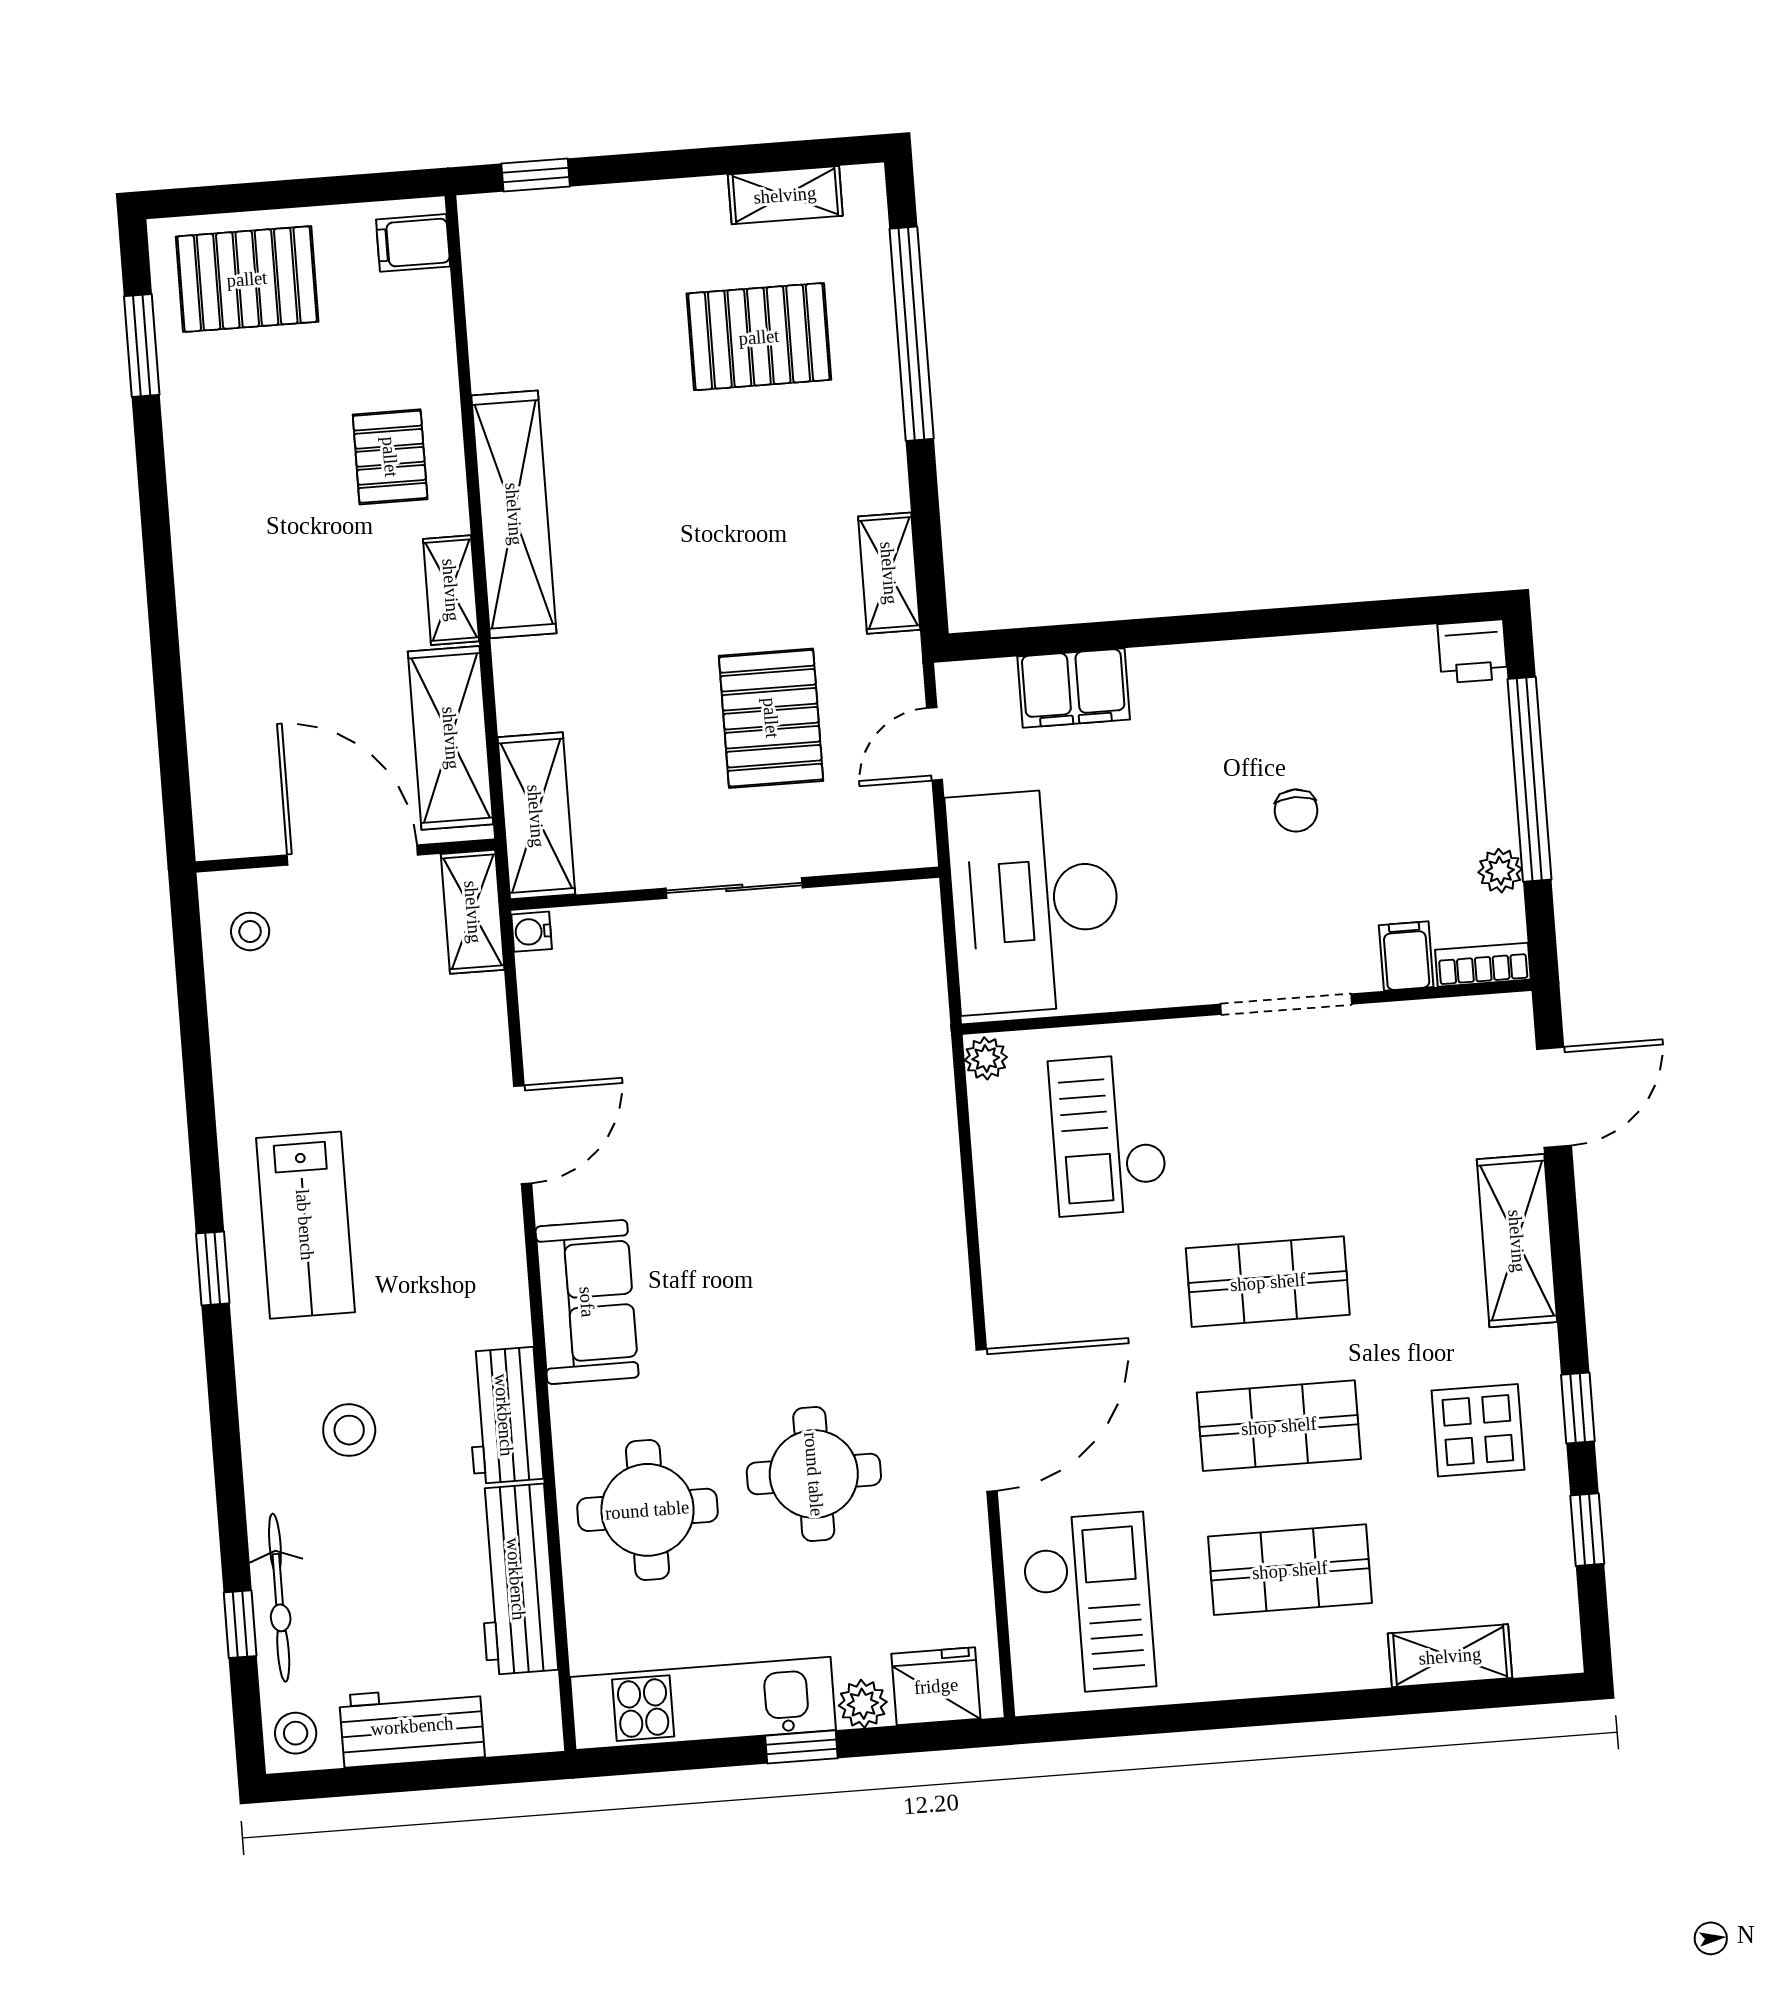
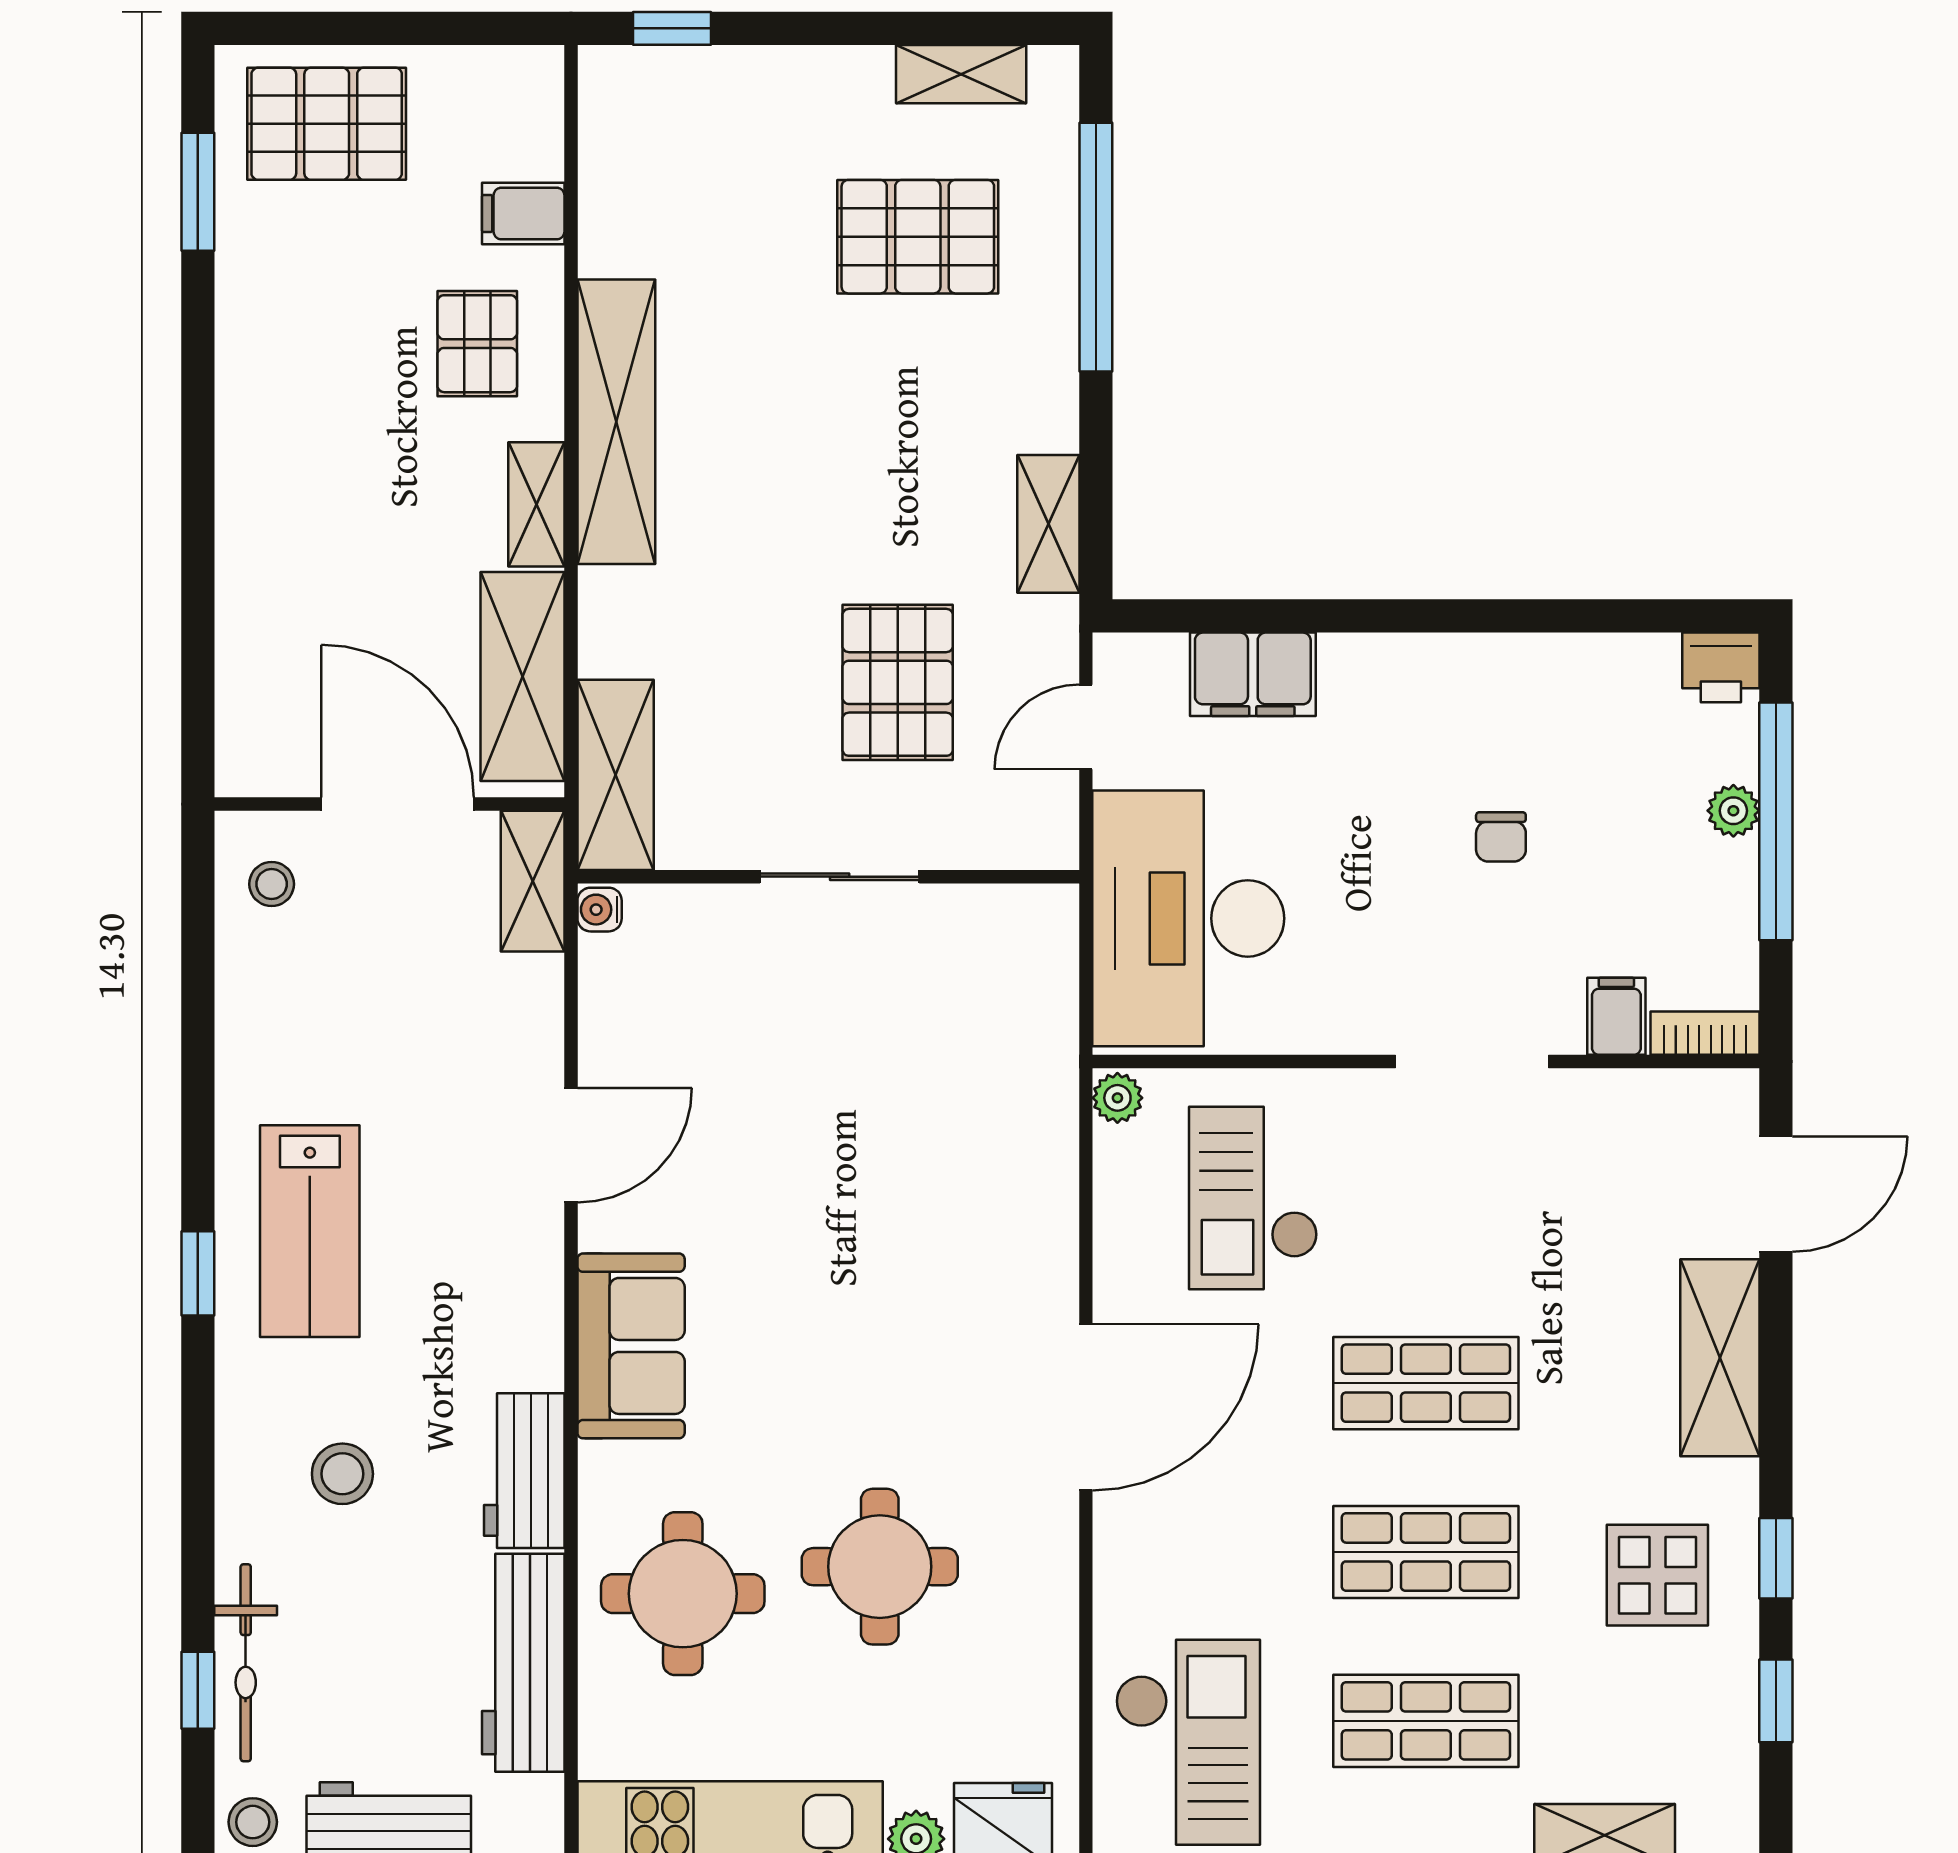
filing cabinet: (413, 243) -> (523, 214), moved
plant: (1500, 871) -> (1733, 811), moved
door: (987, 1420) -> (1086, 1407), moved

